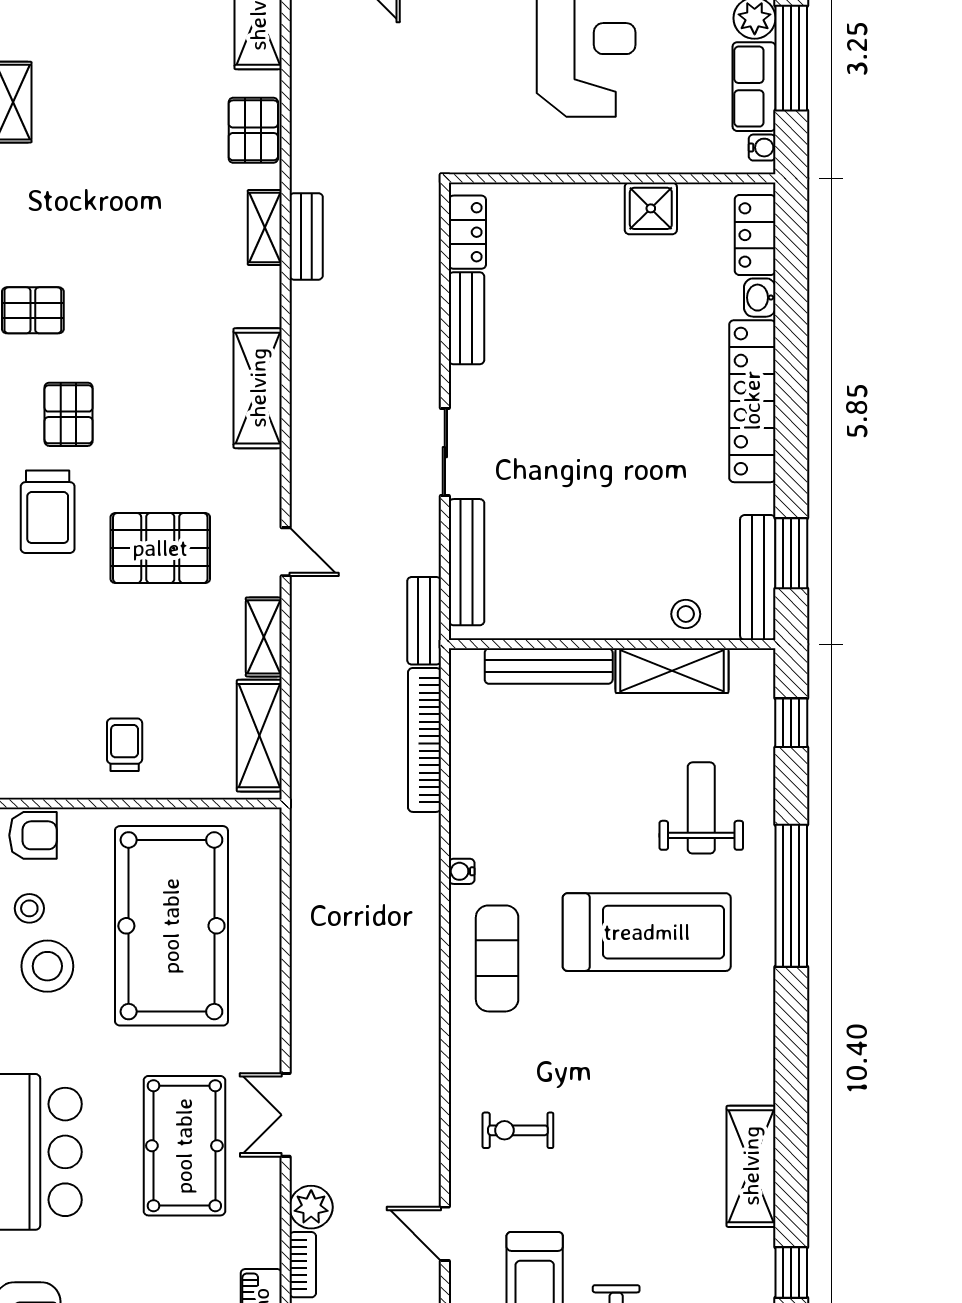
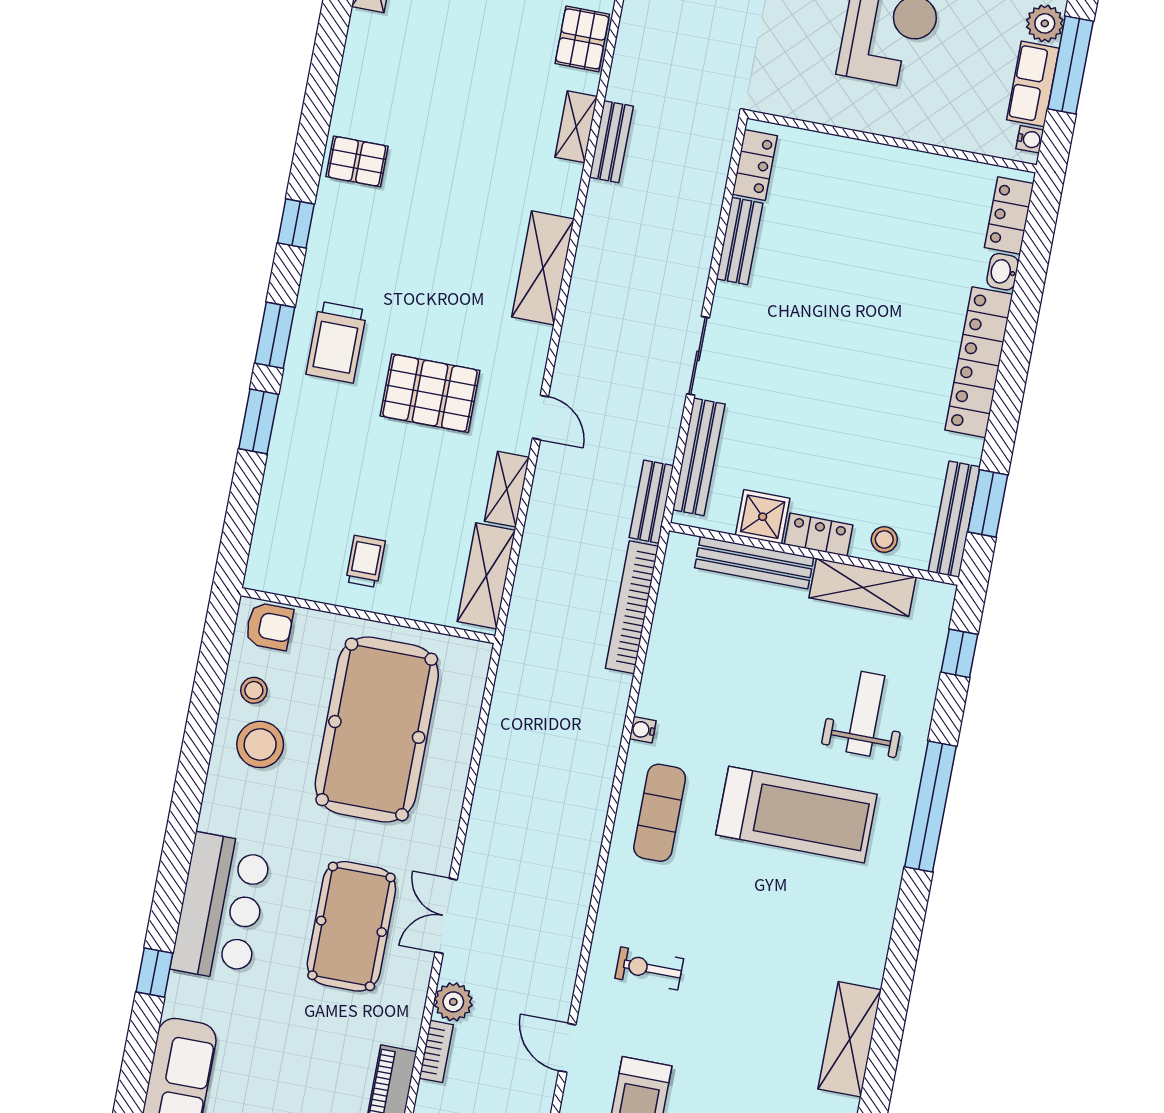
shower: (651, 208) -> (763, 517), moved
pallet: (69, 414) -> (371, 259), removed
locker: (613, 622) -> (818, 535), added

